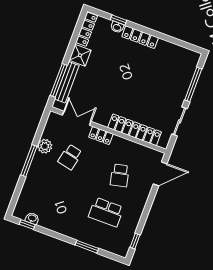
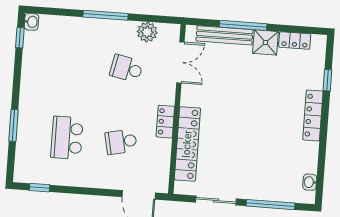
washbasin: (117, 27) -> (310, 182), moved
locker: (87, 29) -> (295, 40), width x0.66
window: (59, 80) -> (243, 25), moved
locker: (101, 136) -> (165, 122), moved
plant: (45, 146) -> (147, 32), moved
washbasin: (32, 218) -> (31, 22), moved

